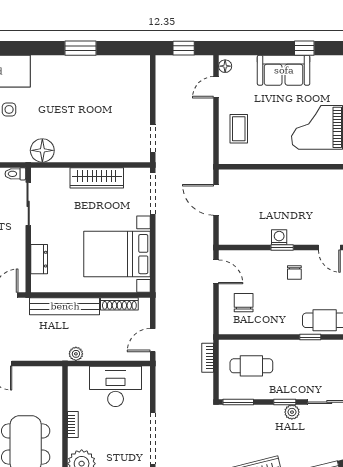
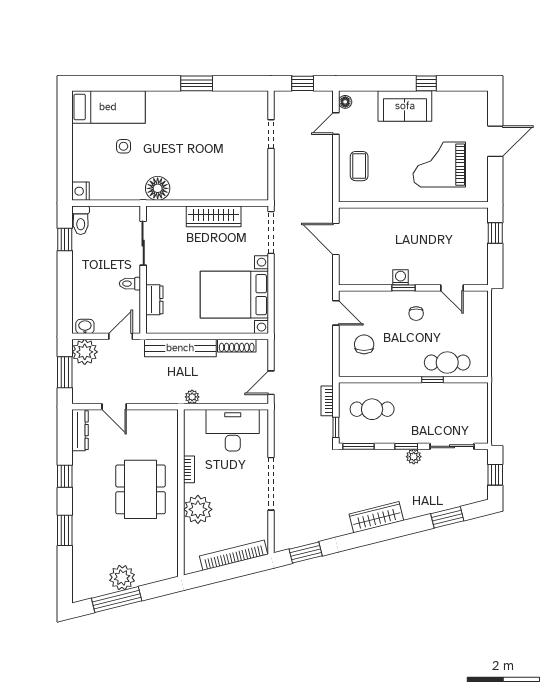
doorway: (153, 138) -> (271, 134), moved
toilet: (15, 174) -> (130, 284), moved
window: (216, 384) -> (336, 427), added

